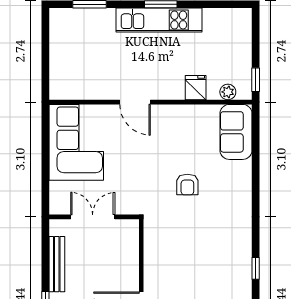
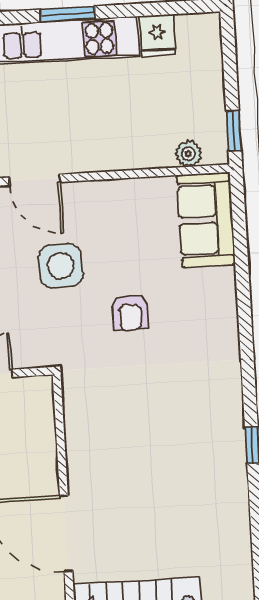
fridge: (196, 88) -> (157, 35), moved, turned 180
side table: (148, 154) -> (61, 266), added

